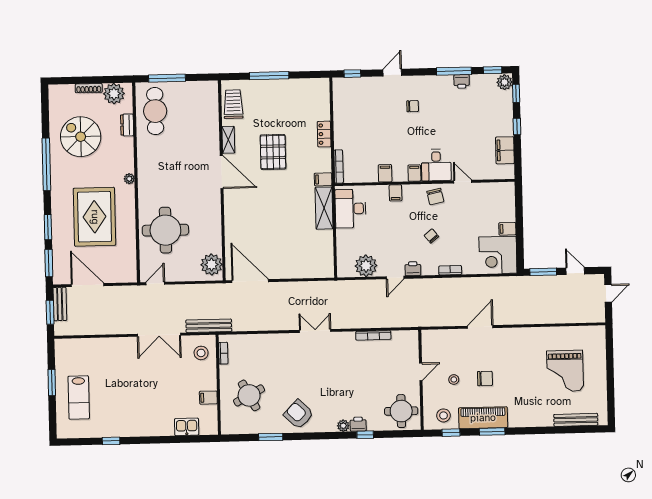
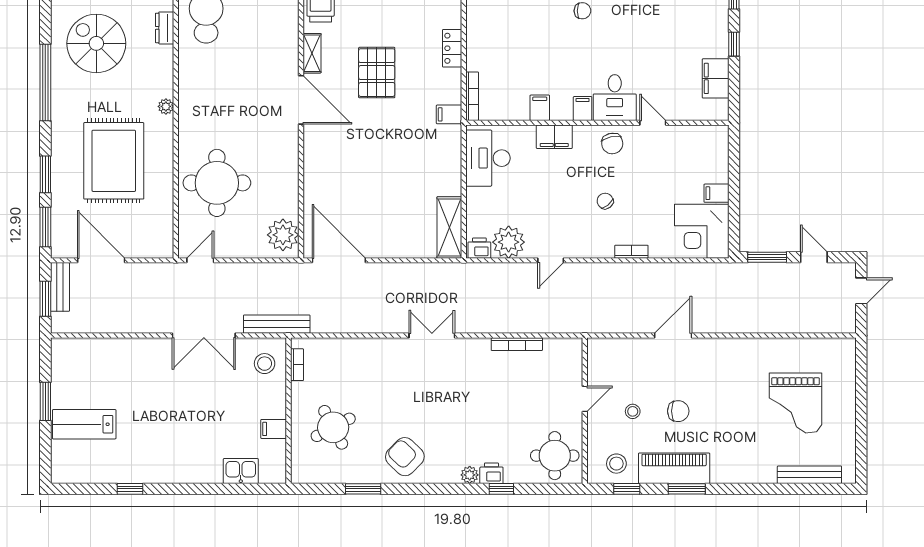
filing cabinet: (396, 193) -> (554, 137), width x2.00
shelving: (324, 208) -> (449, 228), moved
printer: (413, 269) -> (479, 248), moved
lab bench: (79, 397) -> (84, 424), turned 90

